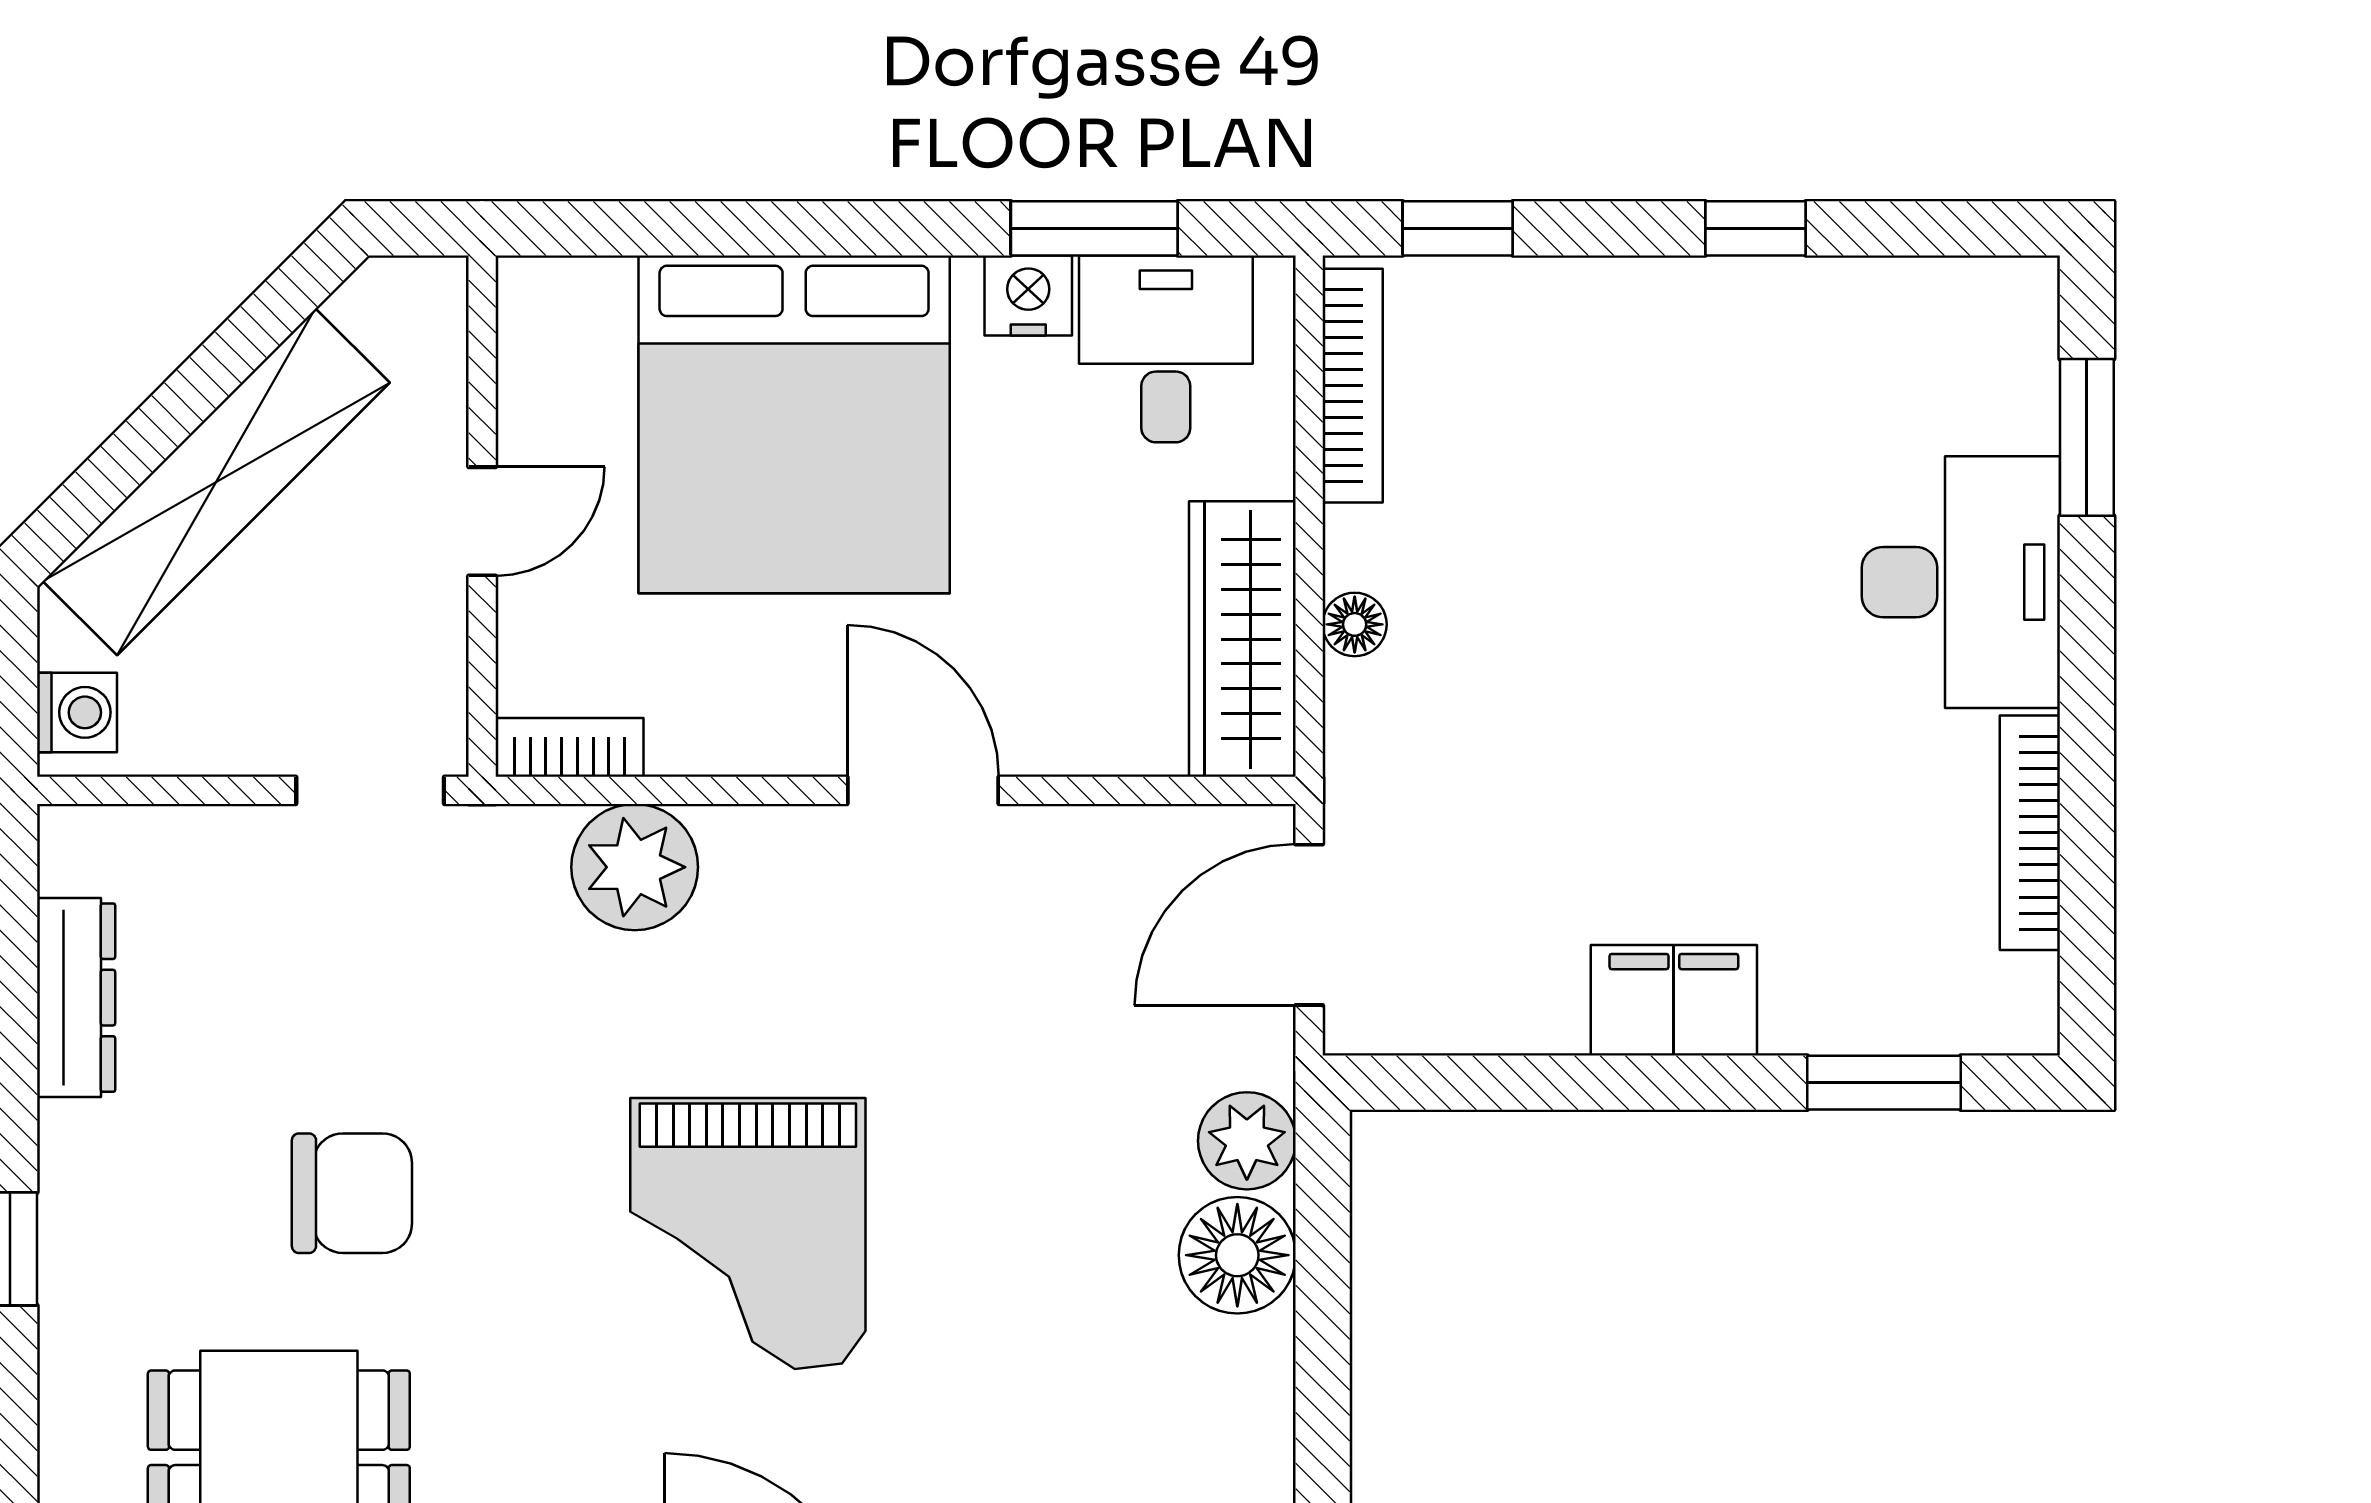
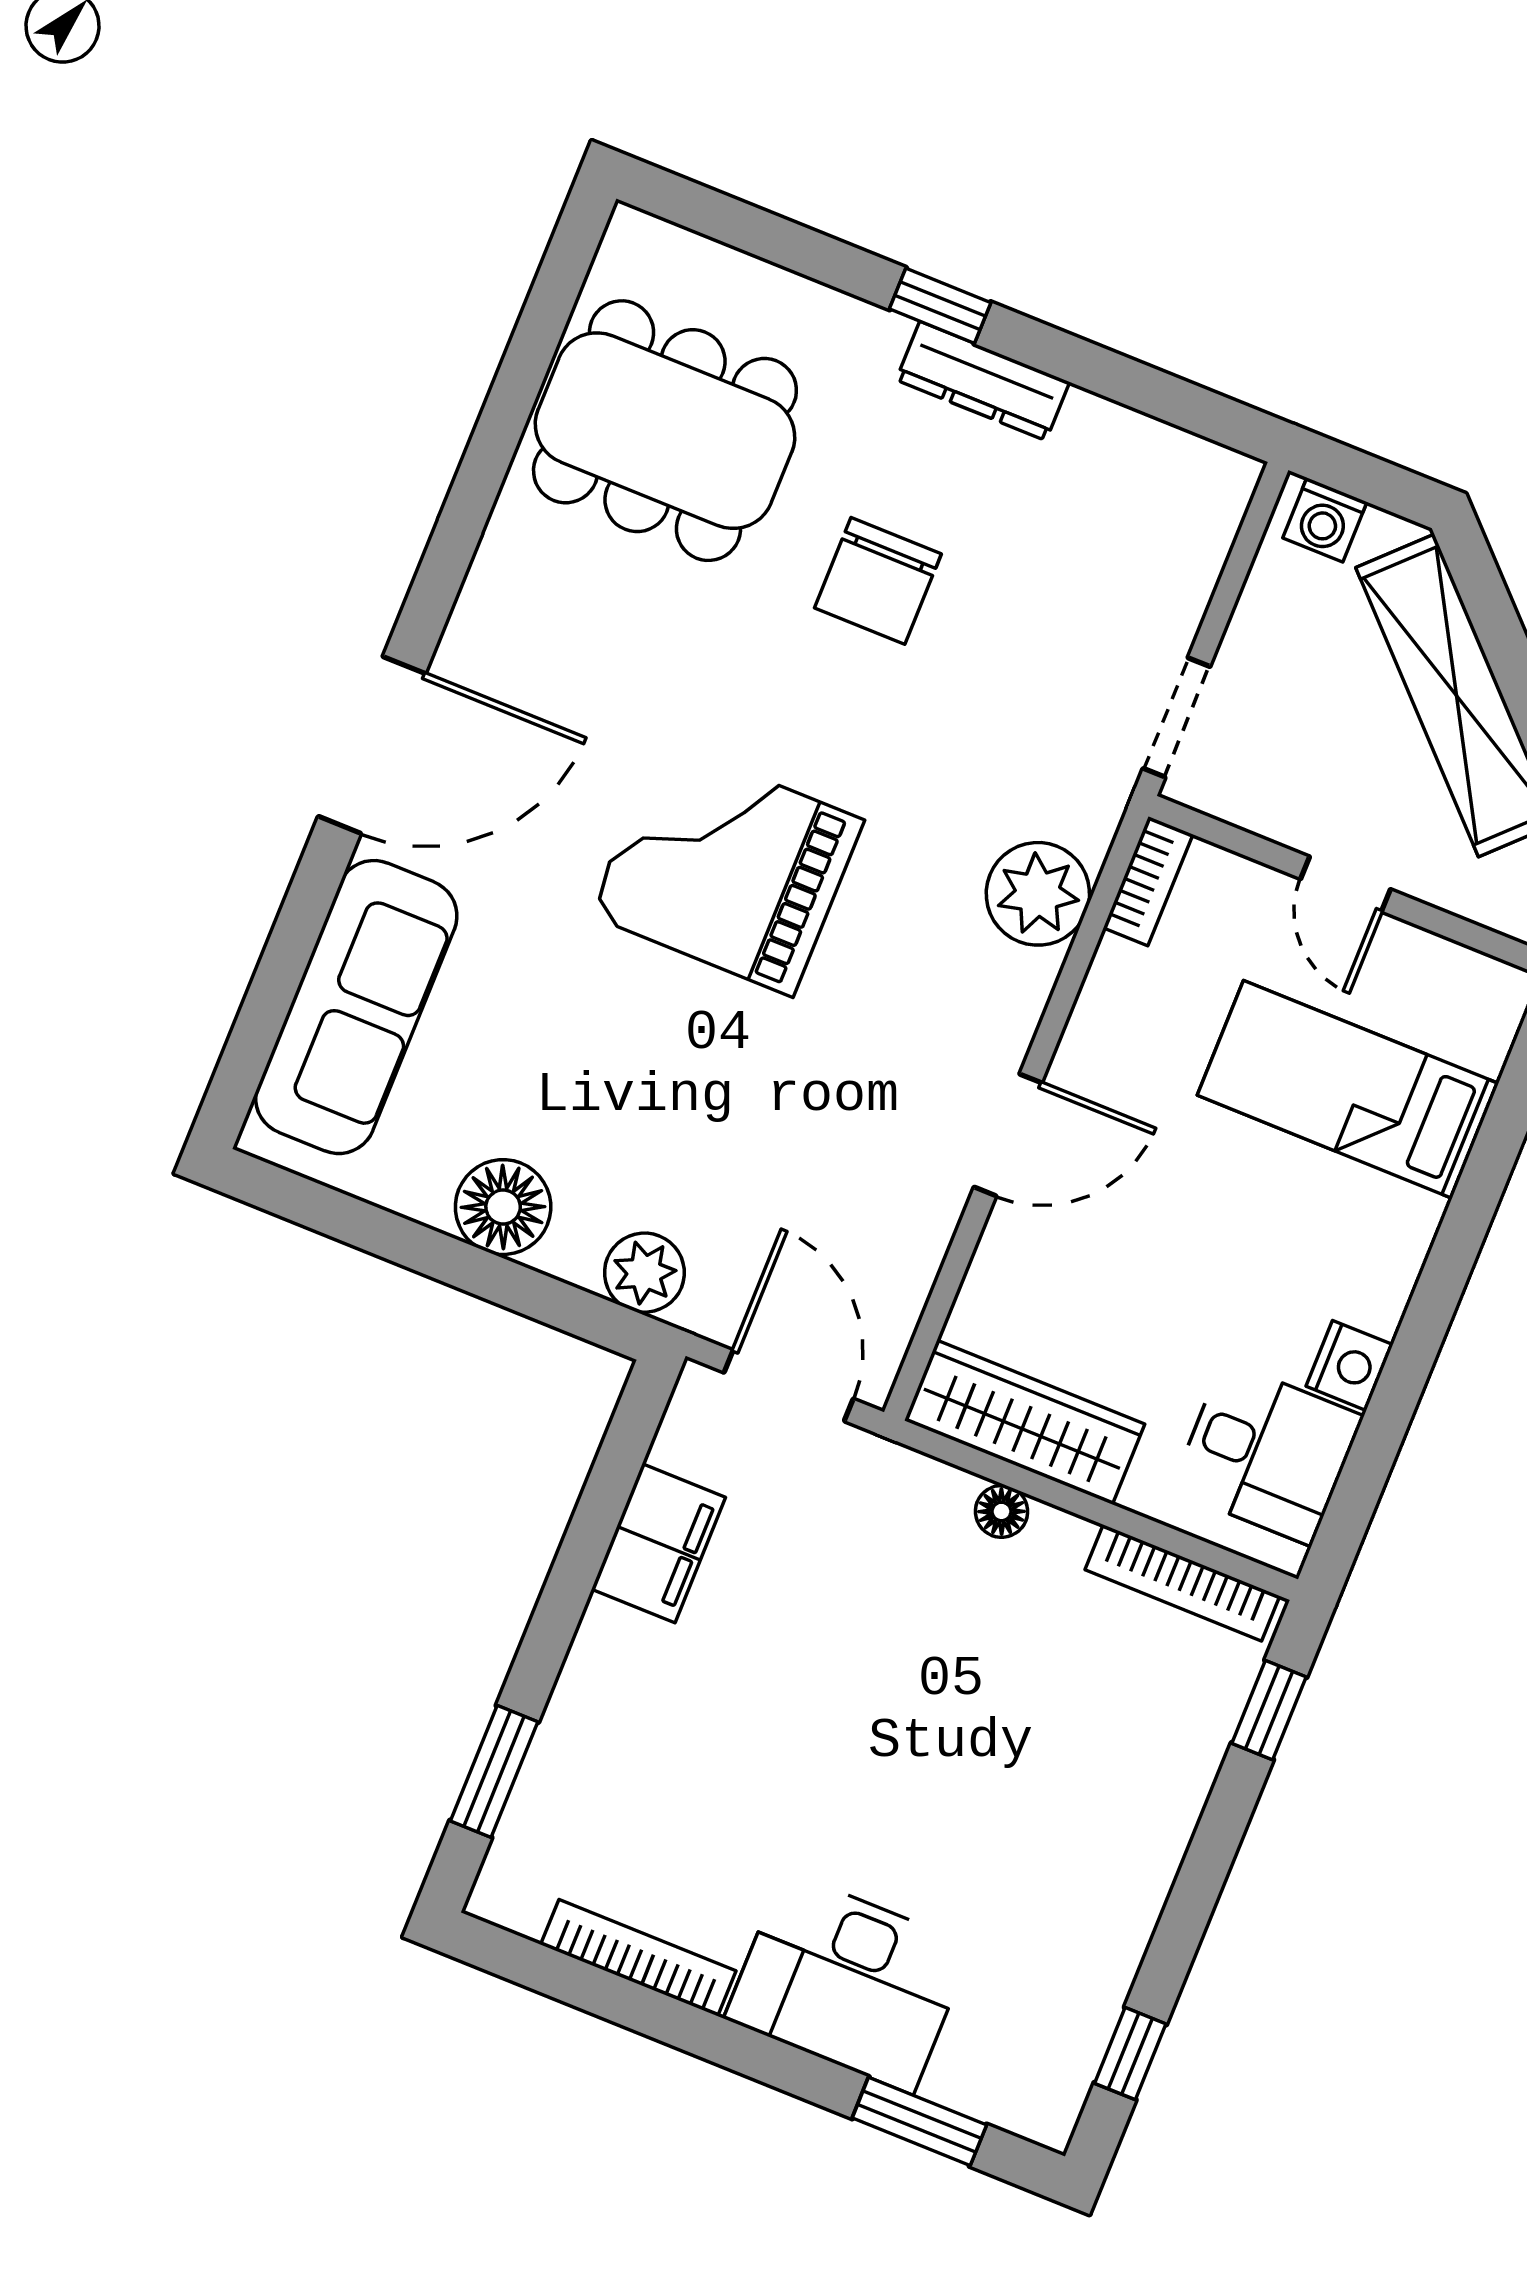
window: (1094, 228) -> (1380, 1436), removed
window: (1755, 228) -> (1130, 2054), moved
bed: (794, 424) -> (1348, 1089), width x0.49
dresser: (76, 998) -> (983, 381), moved
filing cabinet: (1674, 1000) -> (659, 1543), moved
floor lamp: (1237, 1255) -> (503, 1207), moved

